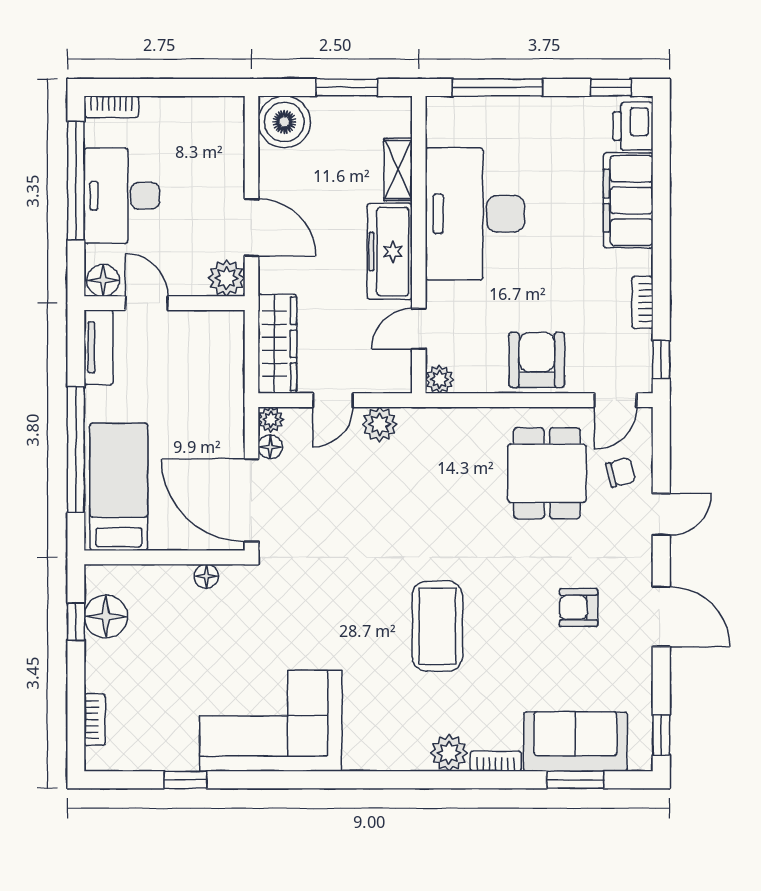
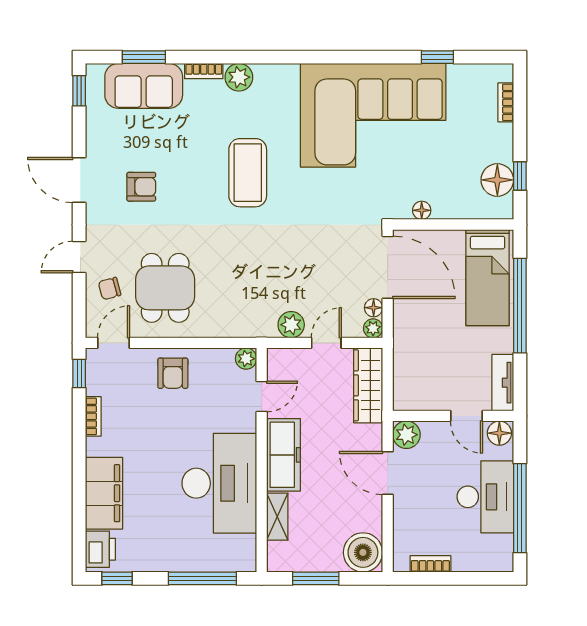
bookcase: (111, 107) -> (430, 564), moved
armchair: (537, 360) -> (173, 373), width x0.72, depth x0.72
corner sofa: (271, 721) -> (373, 115), width x1.36, depth x1.36

